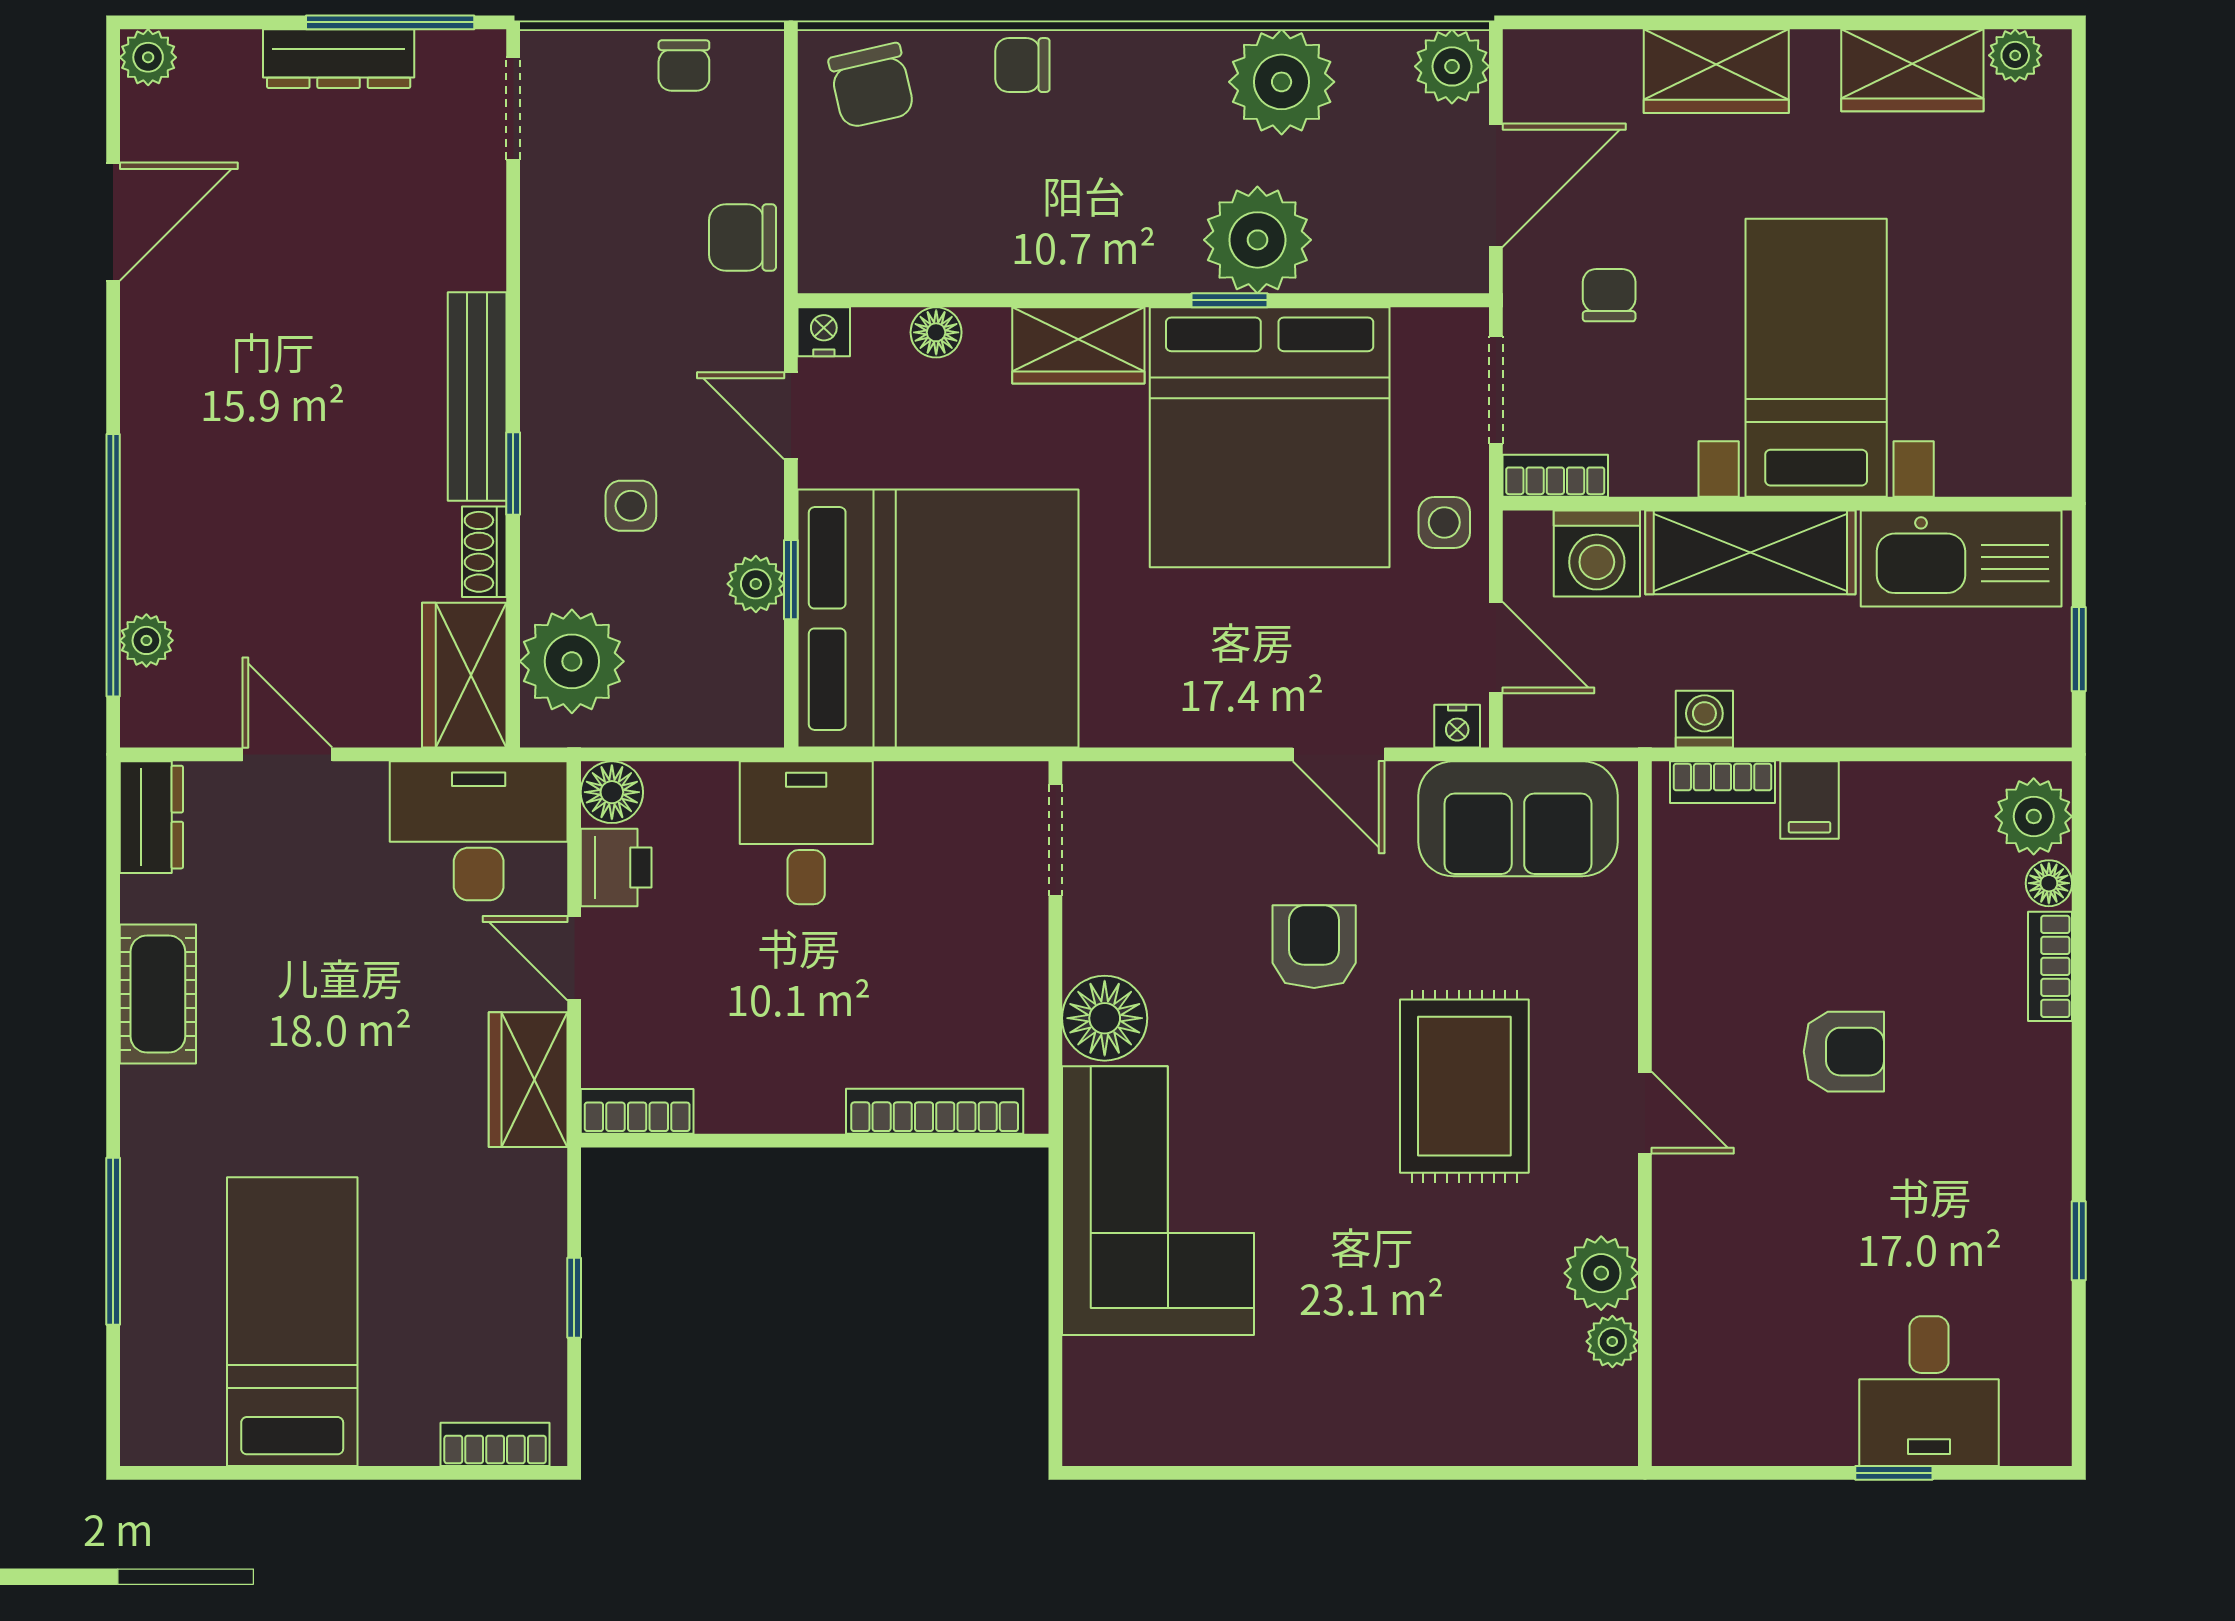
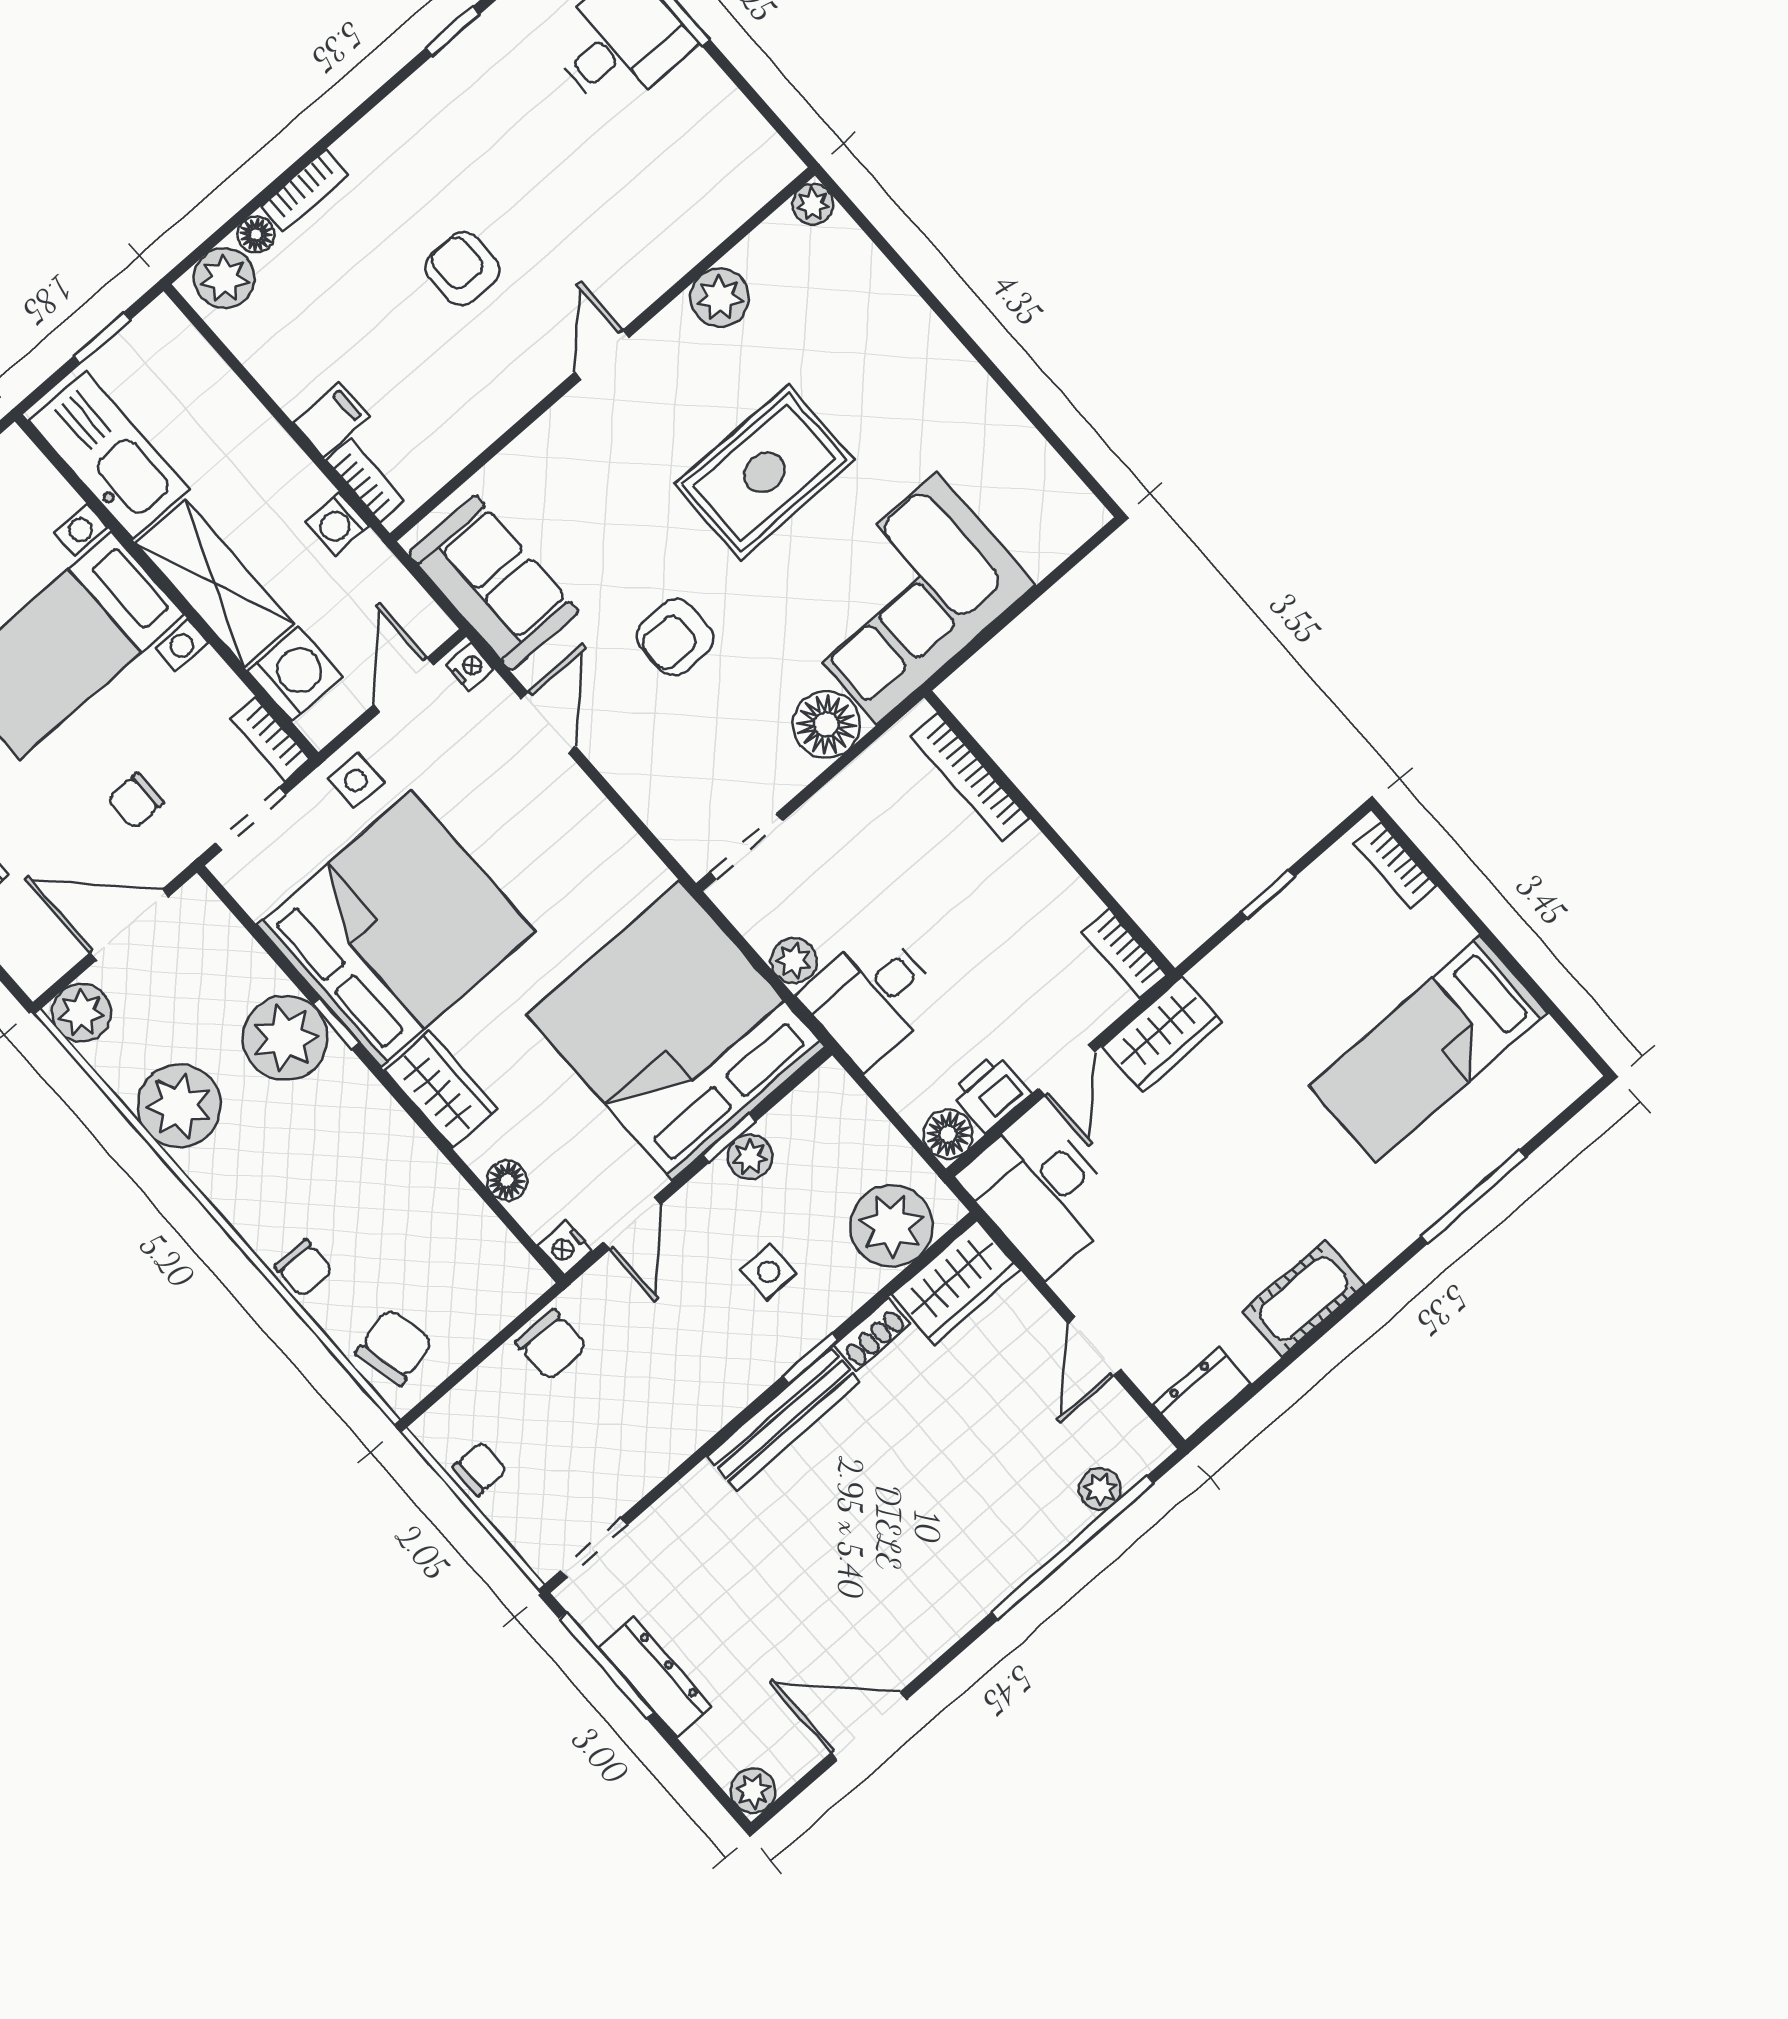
plant: (907, 790) -> (794, 961), added
rug: (1464, 1086) -> (765, 472), moved
plant: (1612, 1341) -> (813, 204), moved

